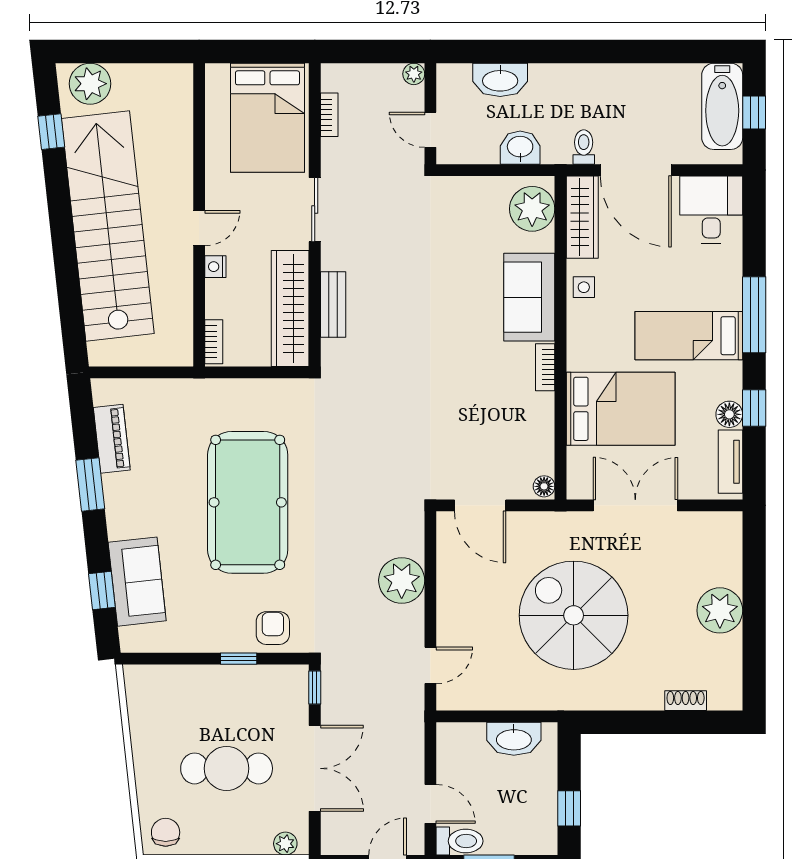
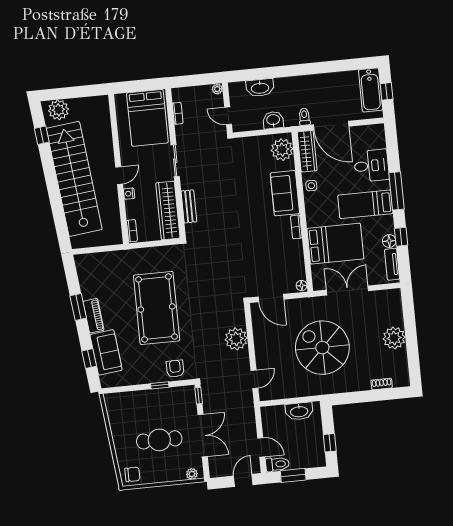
desk: (711, 210) -> (371, 166), moved, turned 90
piano: (112, 439) -> (93, 316), moved
chair: (166, 832) -> (132, 474), turned 90

